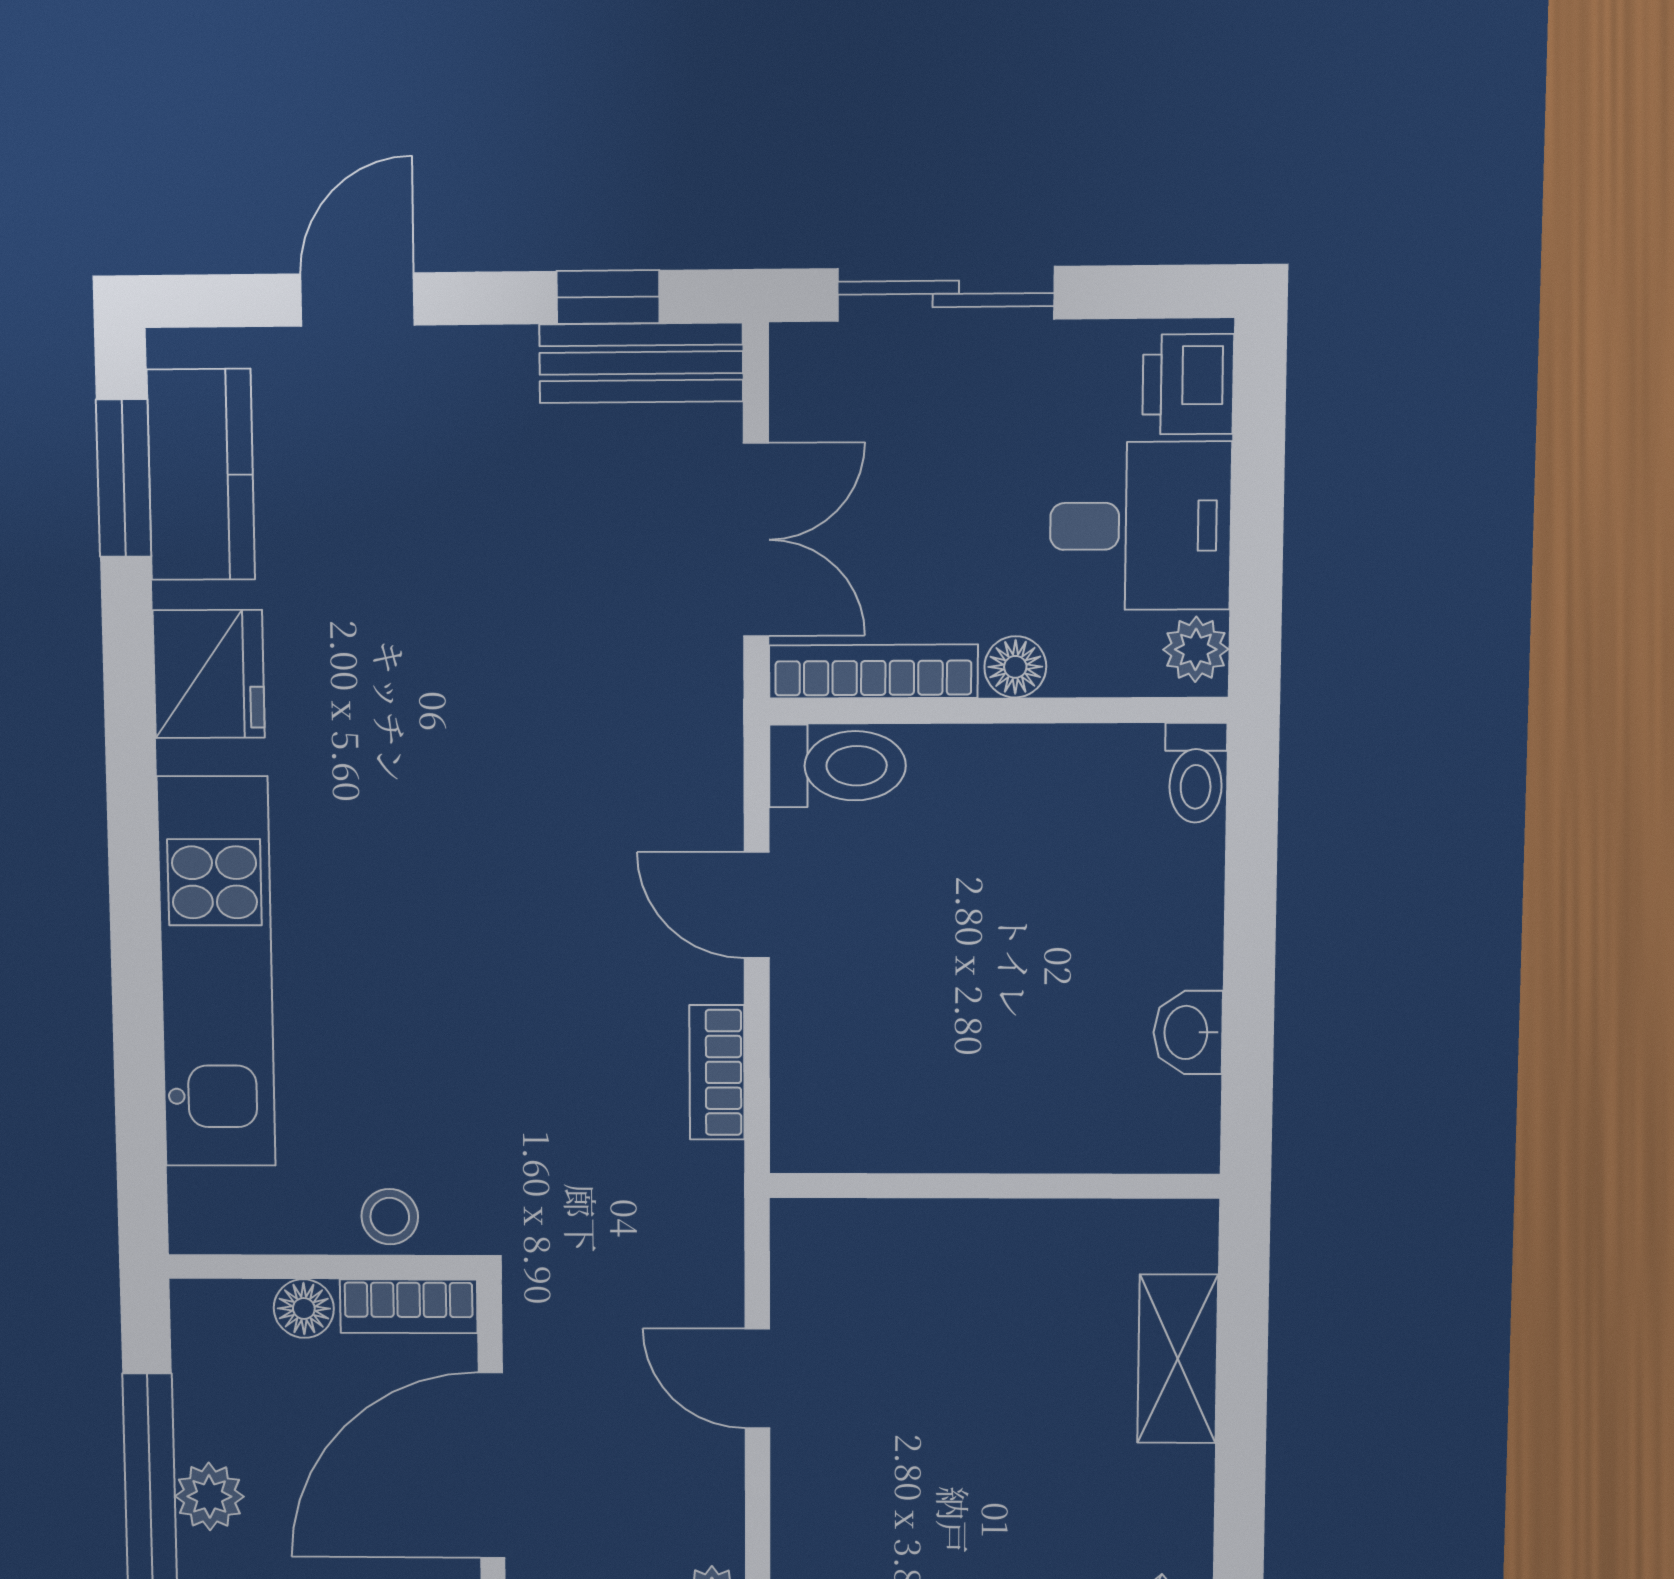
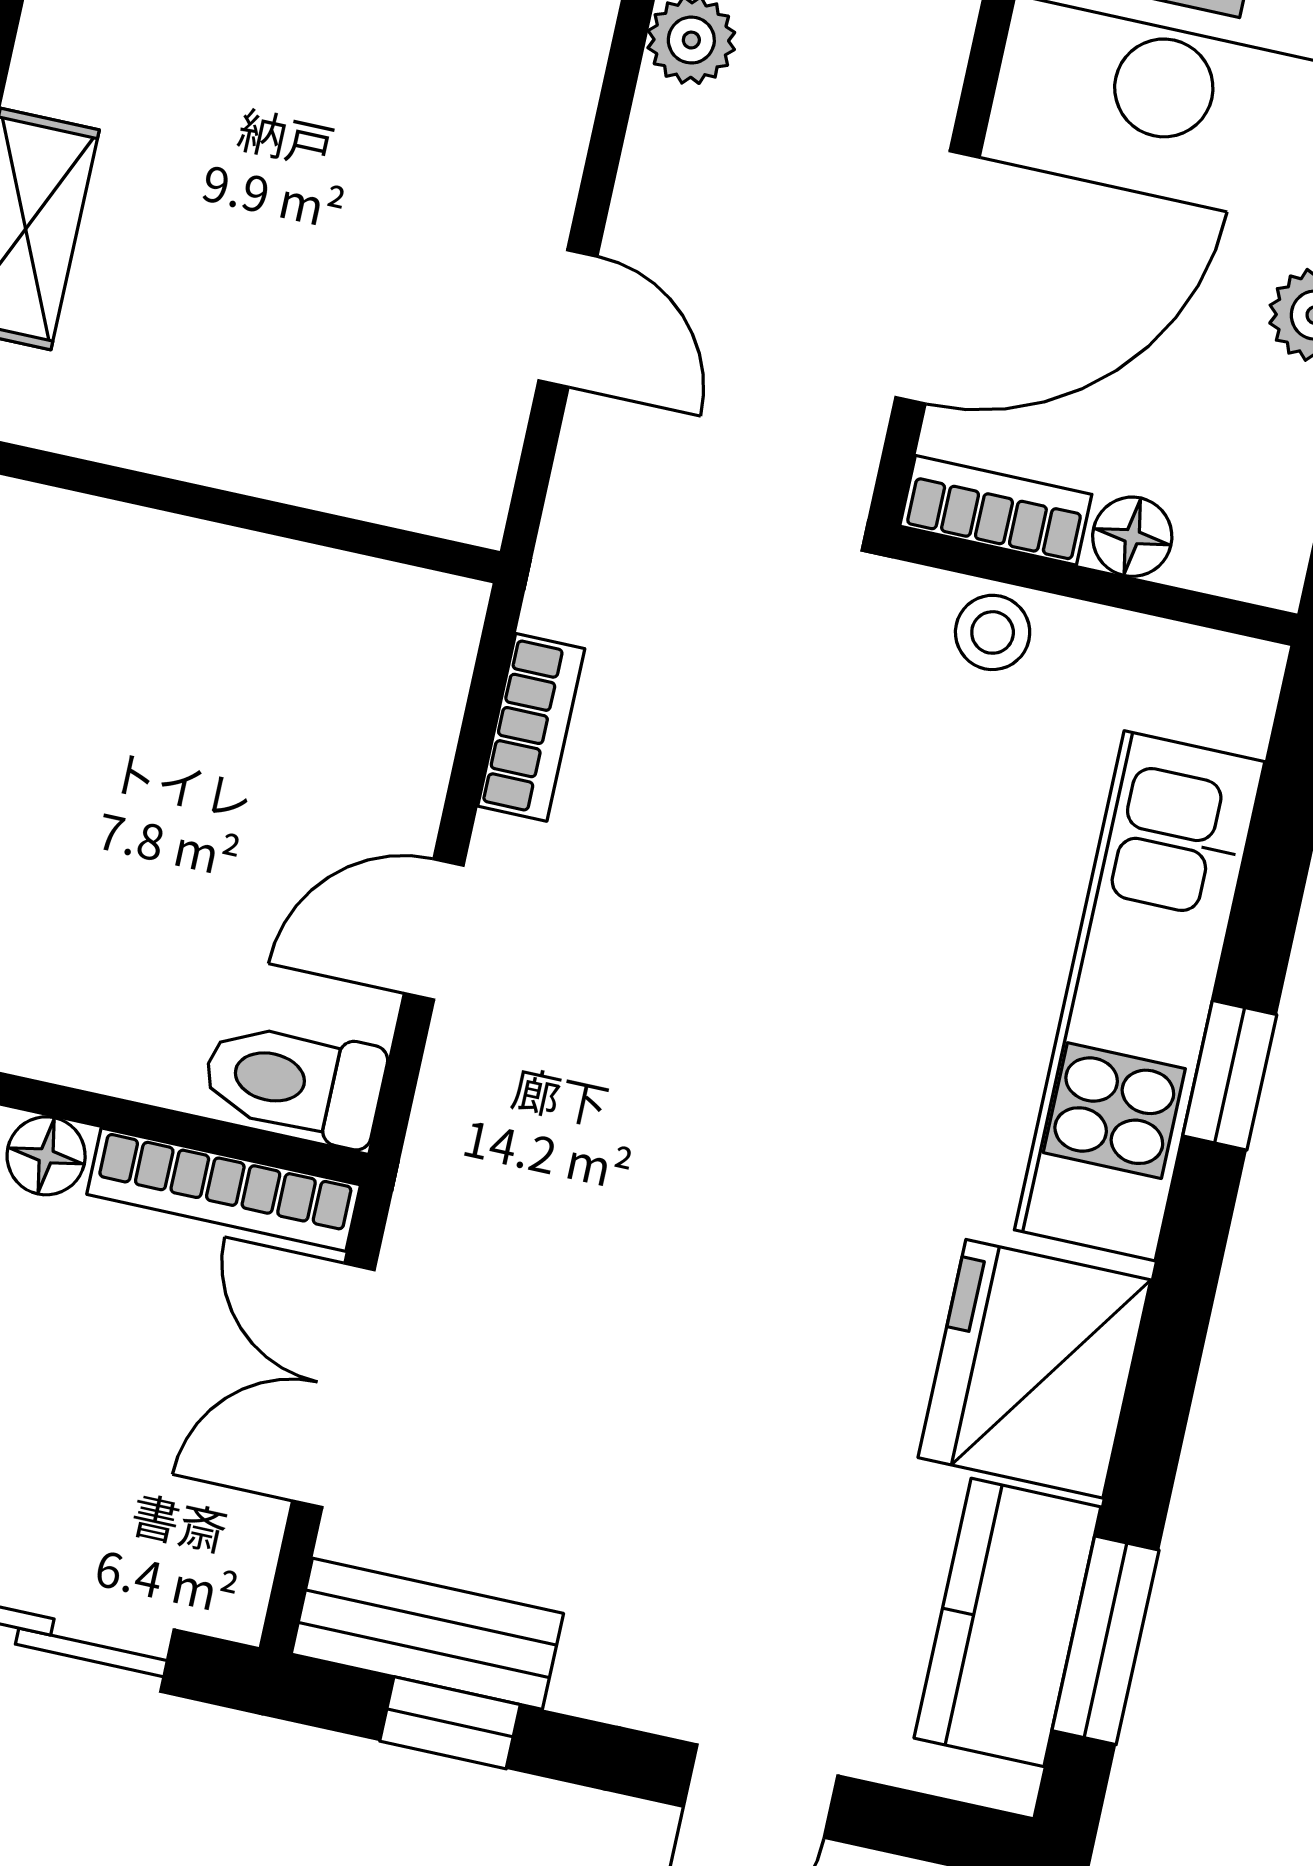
fridge: (209, 674) -> (1034, 1369), width x1.36, depth x1.34
door: (757, 905) -> (434, 929), swing flipped
window: (135, 928) -> (1230, 1075), added

